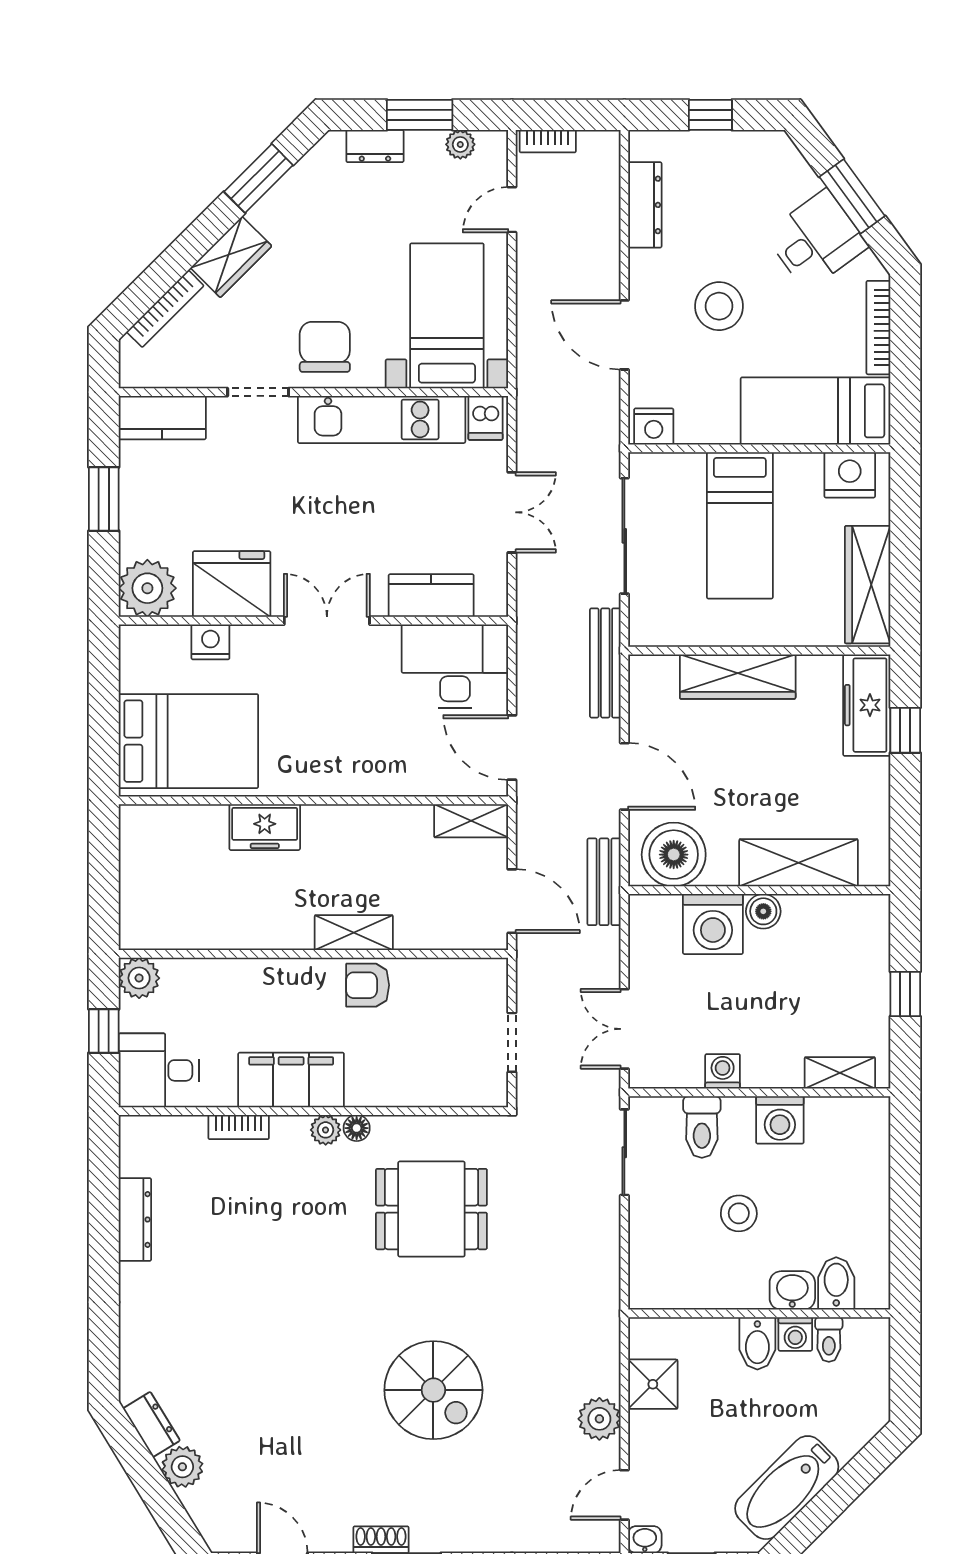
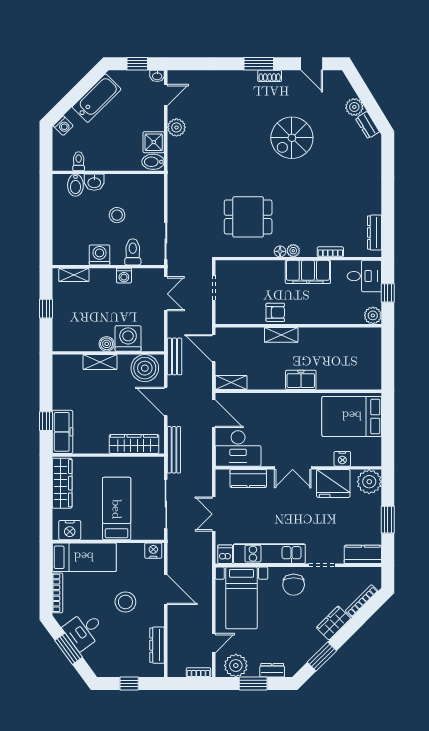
plant: (460, 144) -> (236, 666), width x1.88, depth x1.88
wardrobe: (738, 677) -> (134, 444), moved
freezer: (265, 827) -> (301, 380), moved
shelving: (799, 863) -> (100, 362), width x0.67, depth x0.75
dresser: (135, 1220) -> (375, 233), moved
washing machine: (795, 1334) -> (63, 126), moved, turned 135
bidet: (757, 1343) -> (153, 162), moved, turned -90
spiral stairs: (433, 1390) -> (292, 138), moved, turned -90

